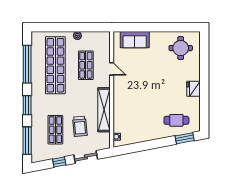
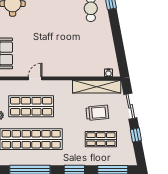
shop shelf: (86, 65) -> (31, 106), width x1.43, depth x1.36
shelving: (104, 110) -> (97, 87), moved

